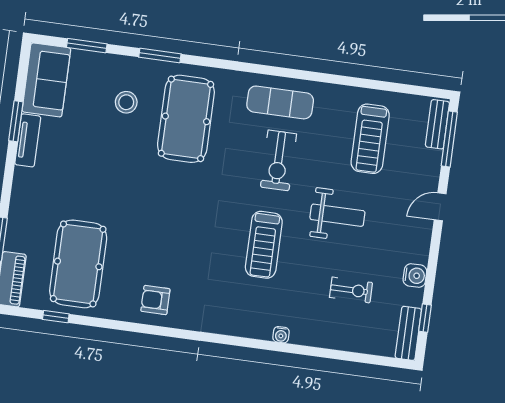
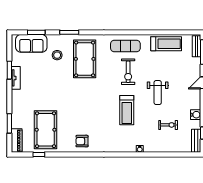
sofa: (46, 80) -> (31, 43), moved, turned 90
treadmill: (370, 139) -> (166, 44), moved, turned -90
weight bench: (337, 215) -> (158, 93), turned 90

